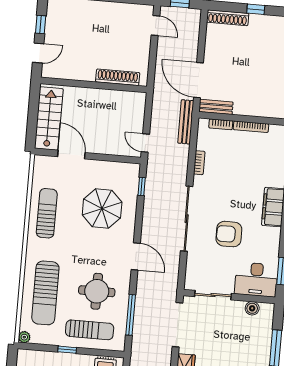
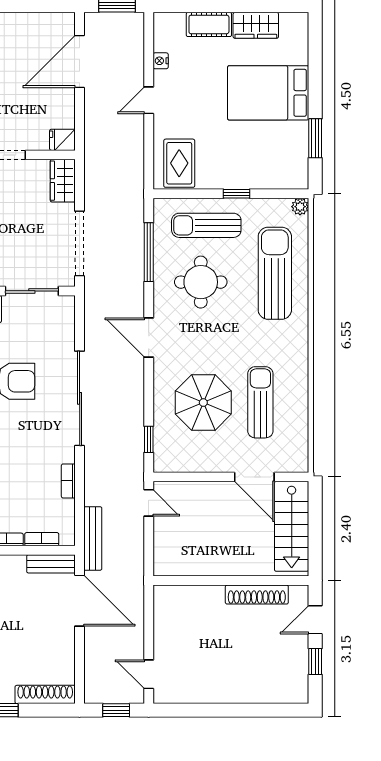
shoe rack: (118, 77) -> (257, 595), moved
sun lounger: (47, 213) -> (260, 402), moved, turned 180

